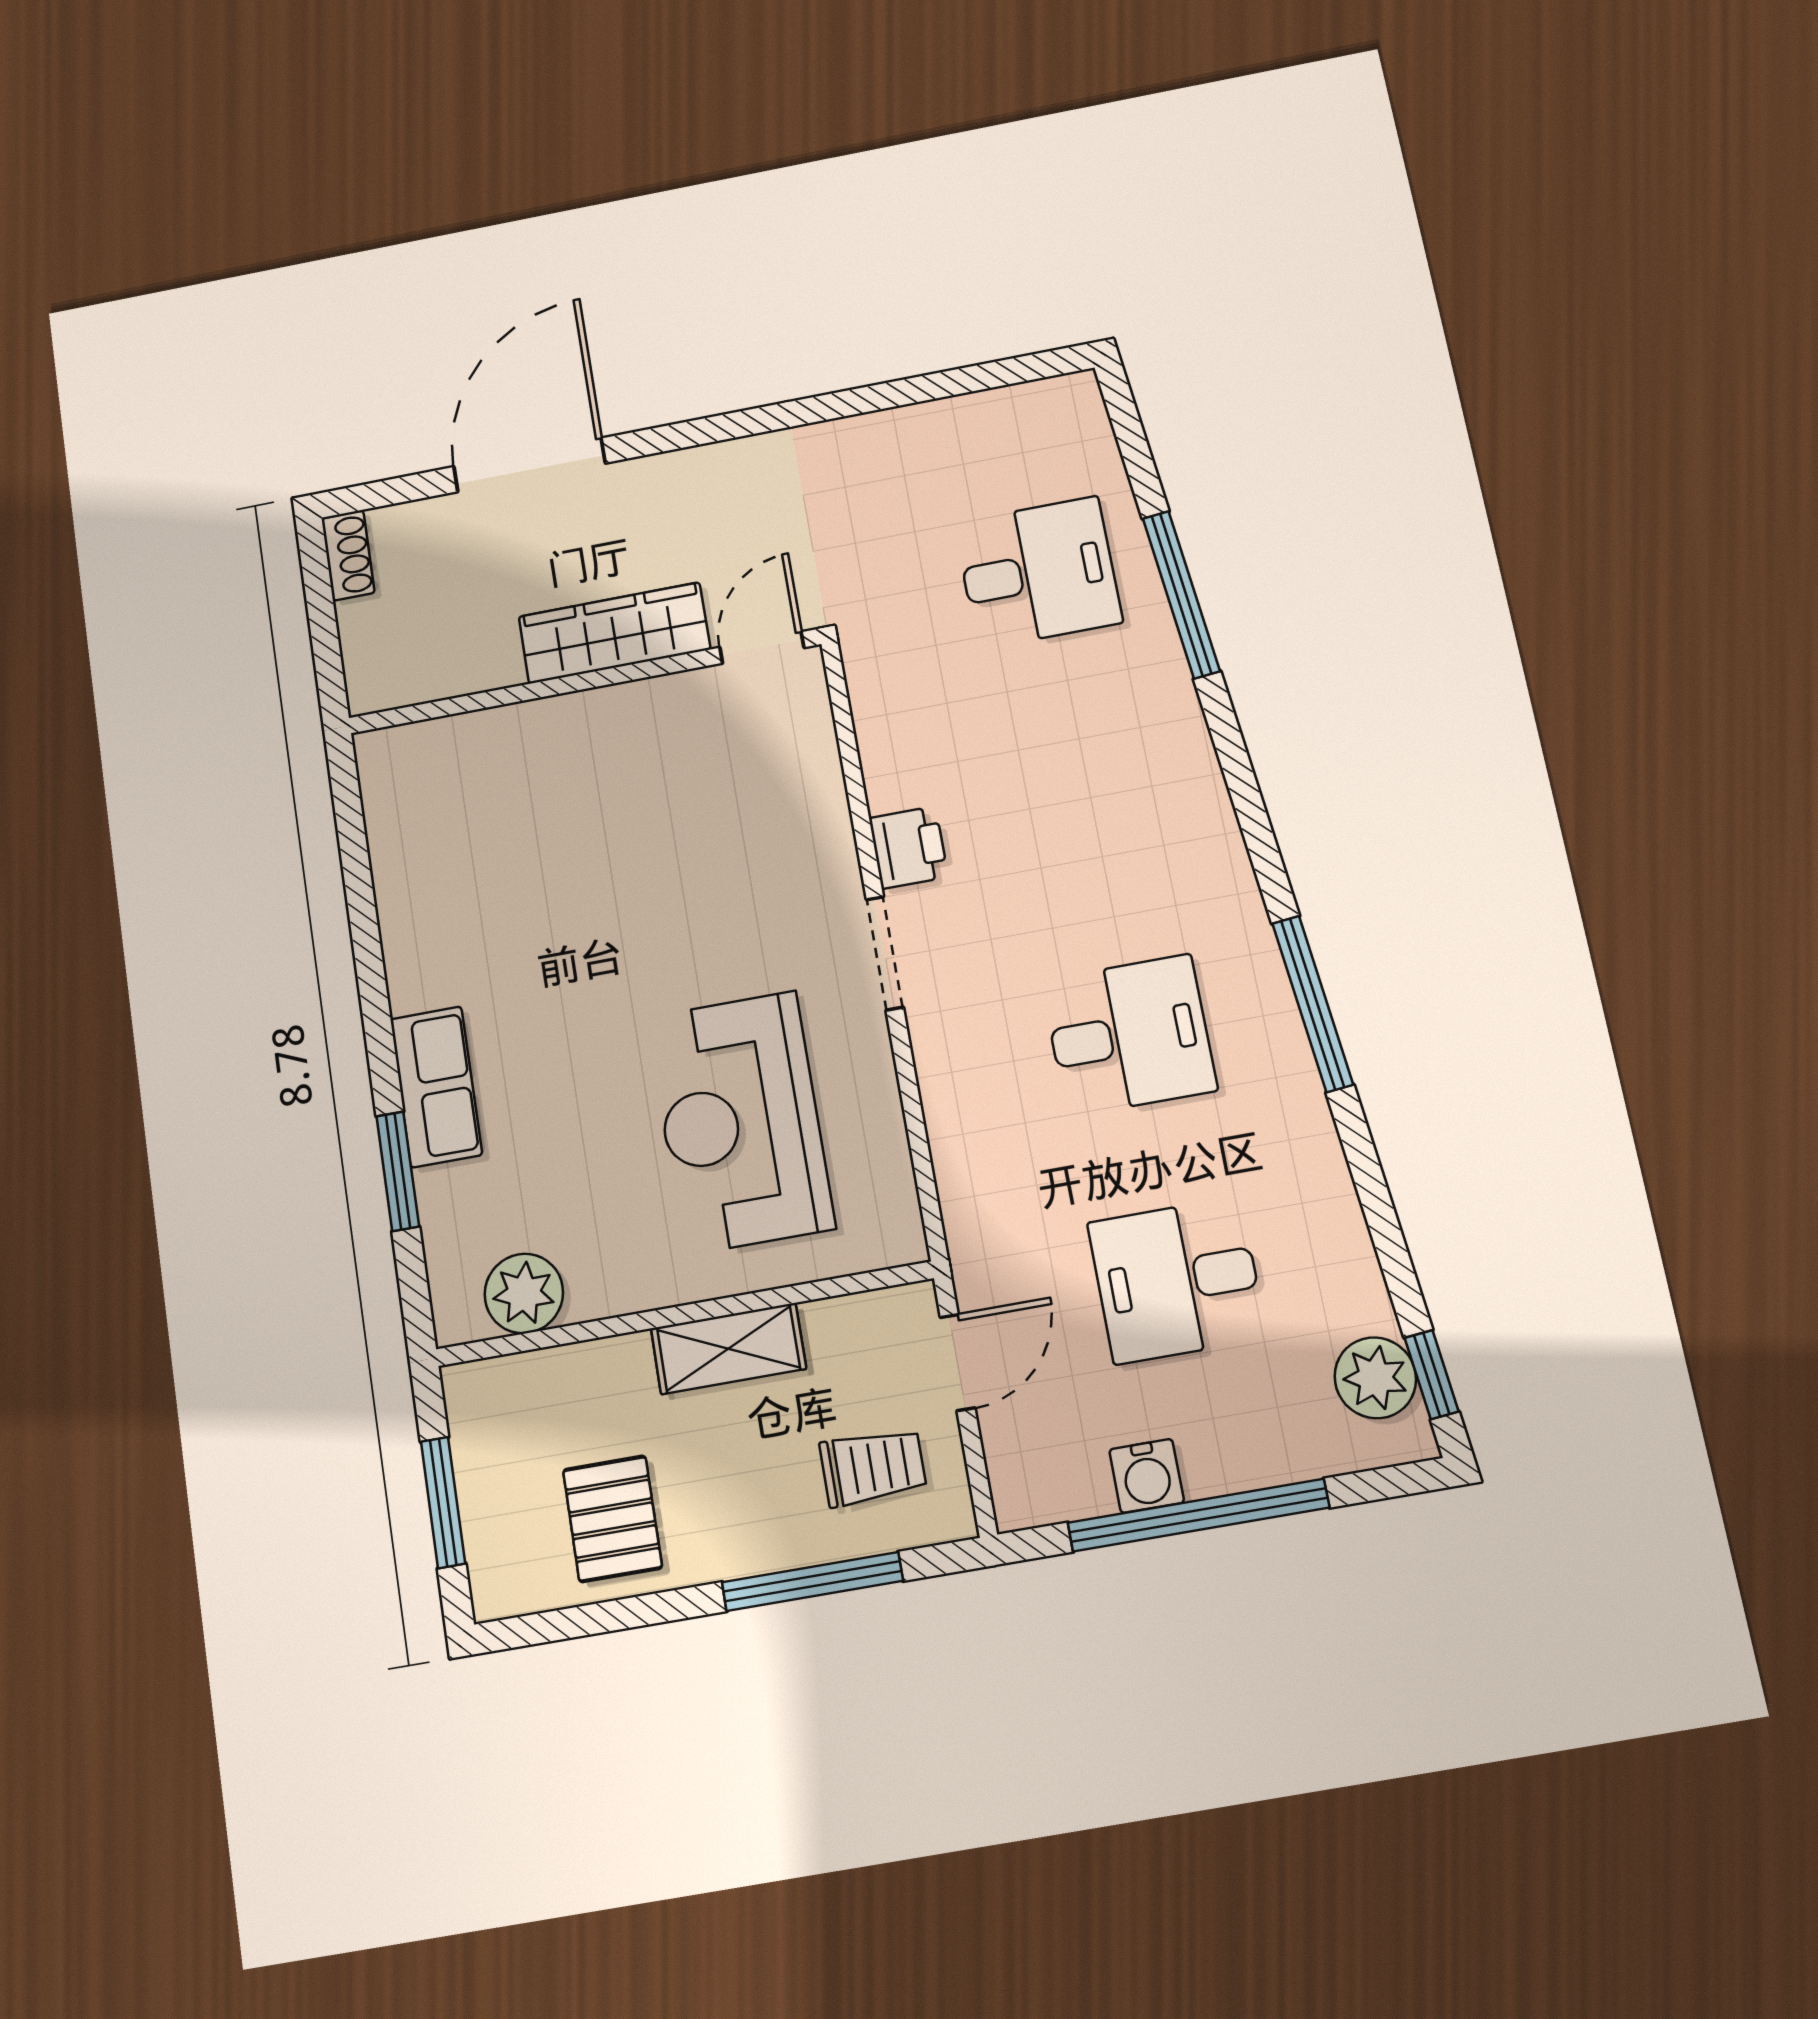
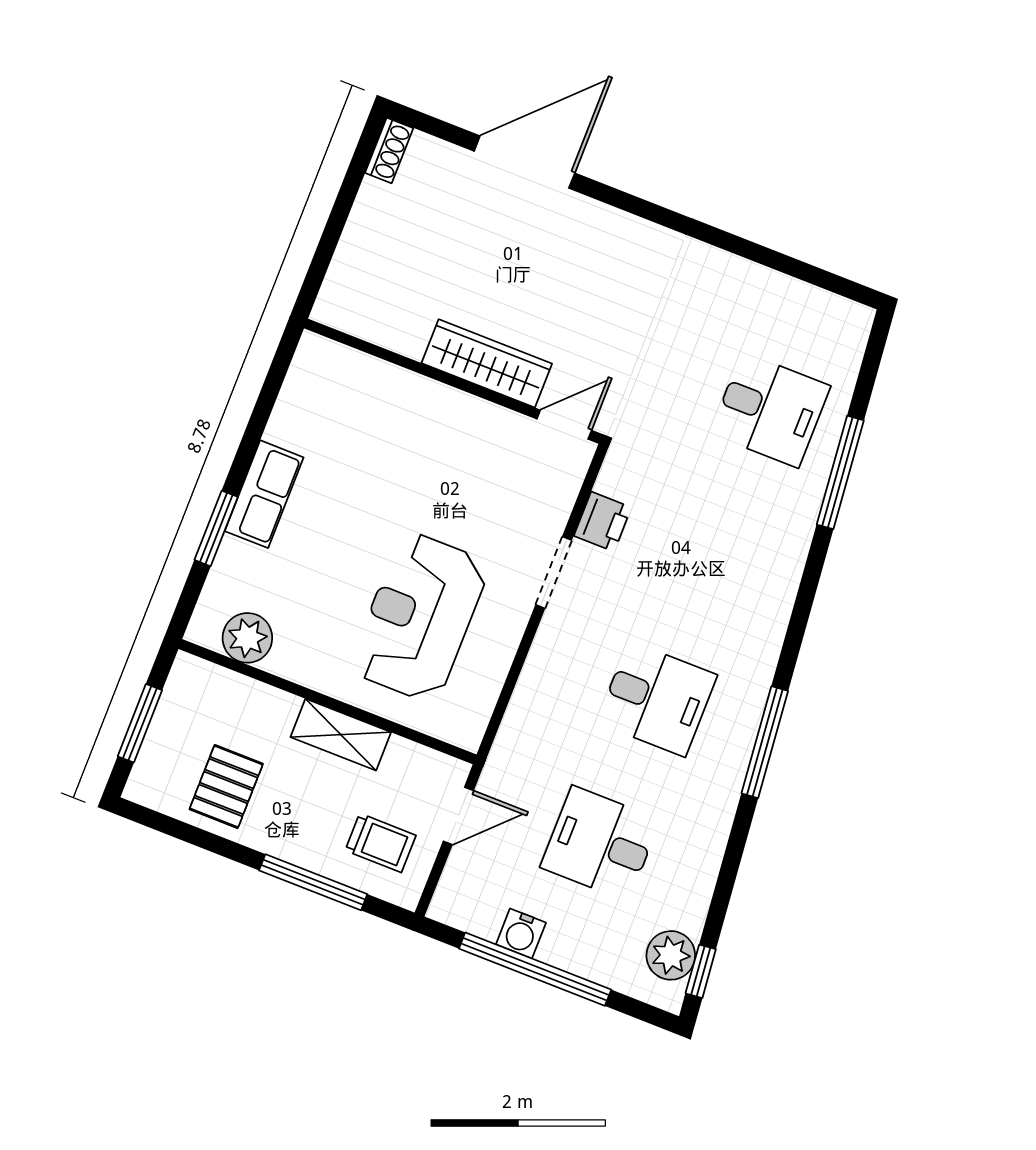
wardrobe: (614, 633) -> (487, 363), moved
door: (762, 647) -> (564, 425), moved
wall: (584, 681) -> (453, 381), moved

